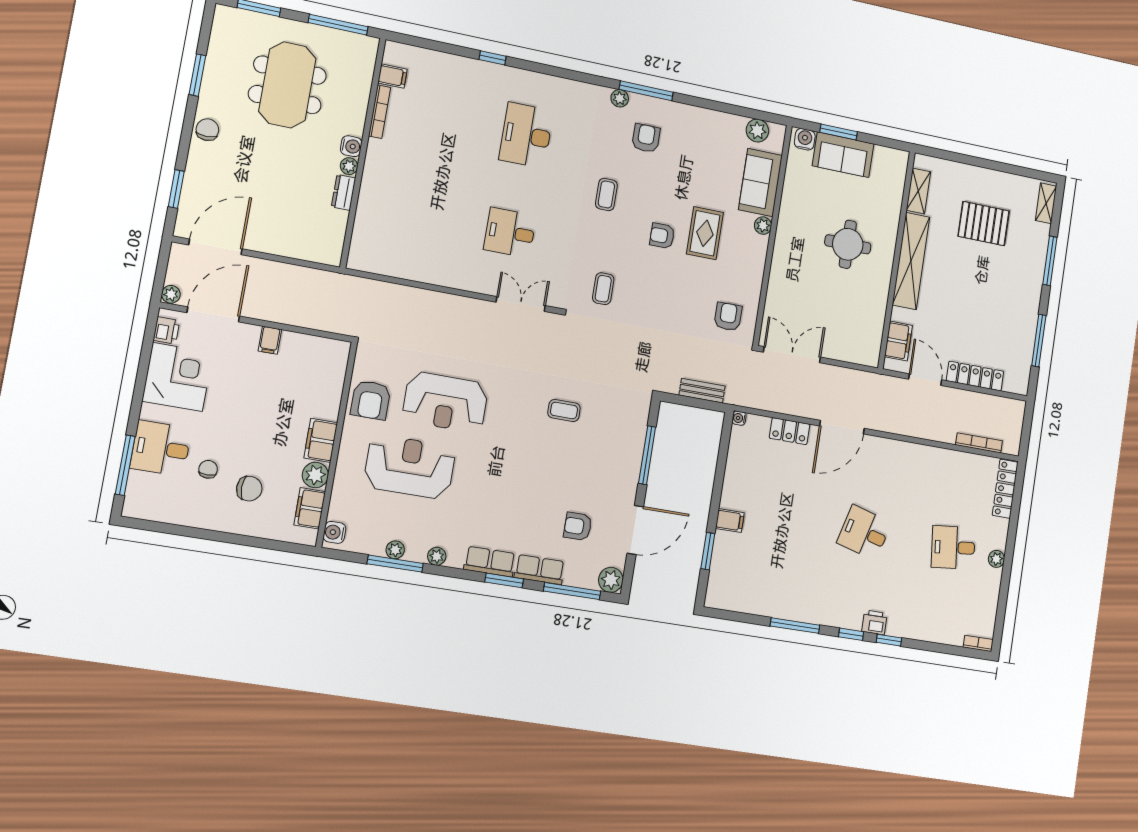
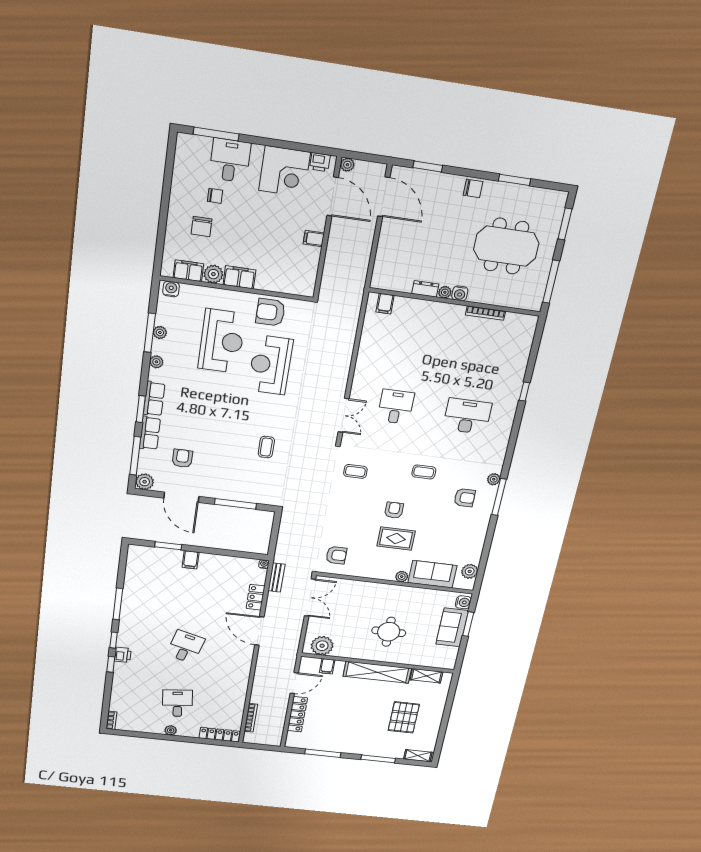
filing cabinet: (392, 76) -> (385, 304), moved
plant: (867, 339) -> (322, 646), added
filing cabinet: (898, 341) -> (327, 666), width x0.50
bench: (702, 391) -> (276, 577), moved

